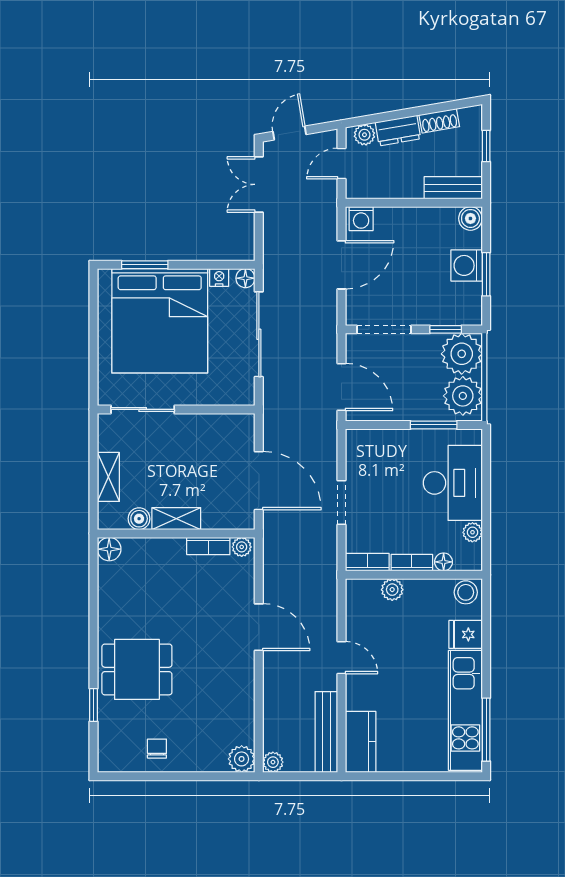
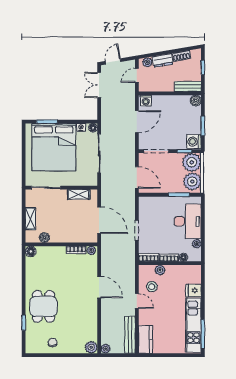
washing machine: (467, 265) -> (194, 142), moved
shelving: (176, 519) -> (79, 194), moved
stool: (466, 592) -> (152, 287), moved
dining table: (137, 669) -> (43, 306), turned 90

